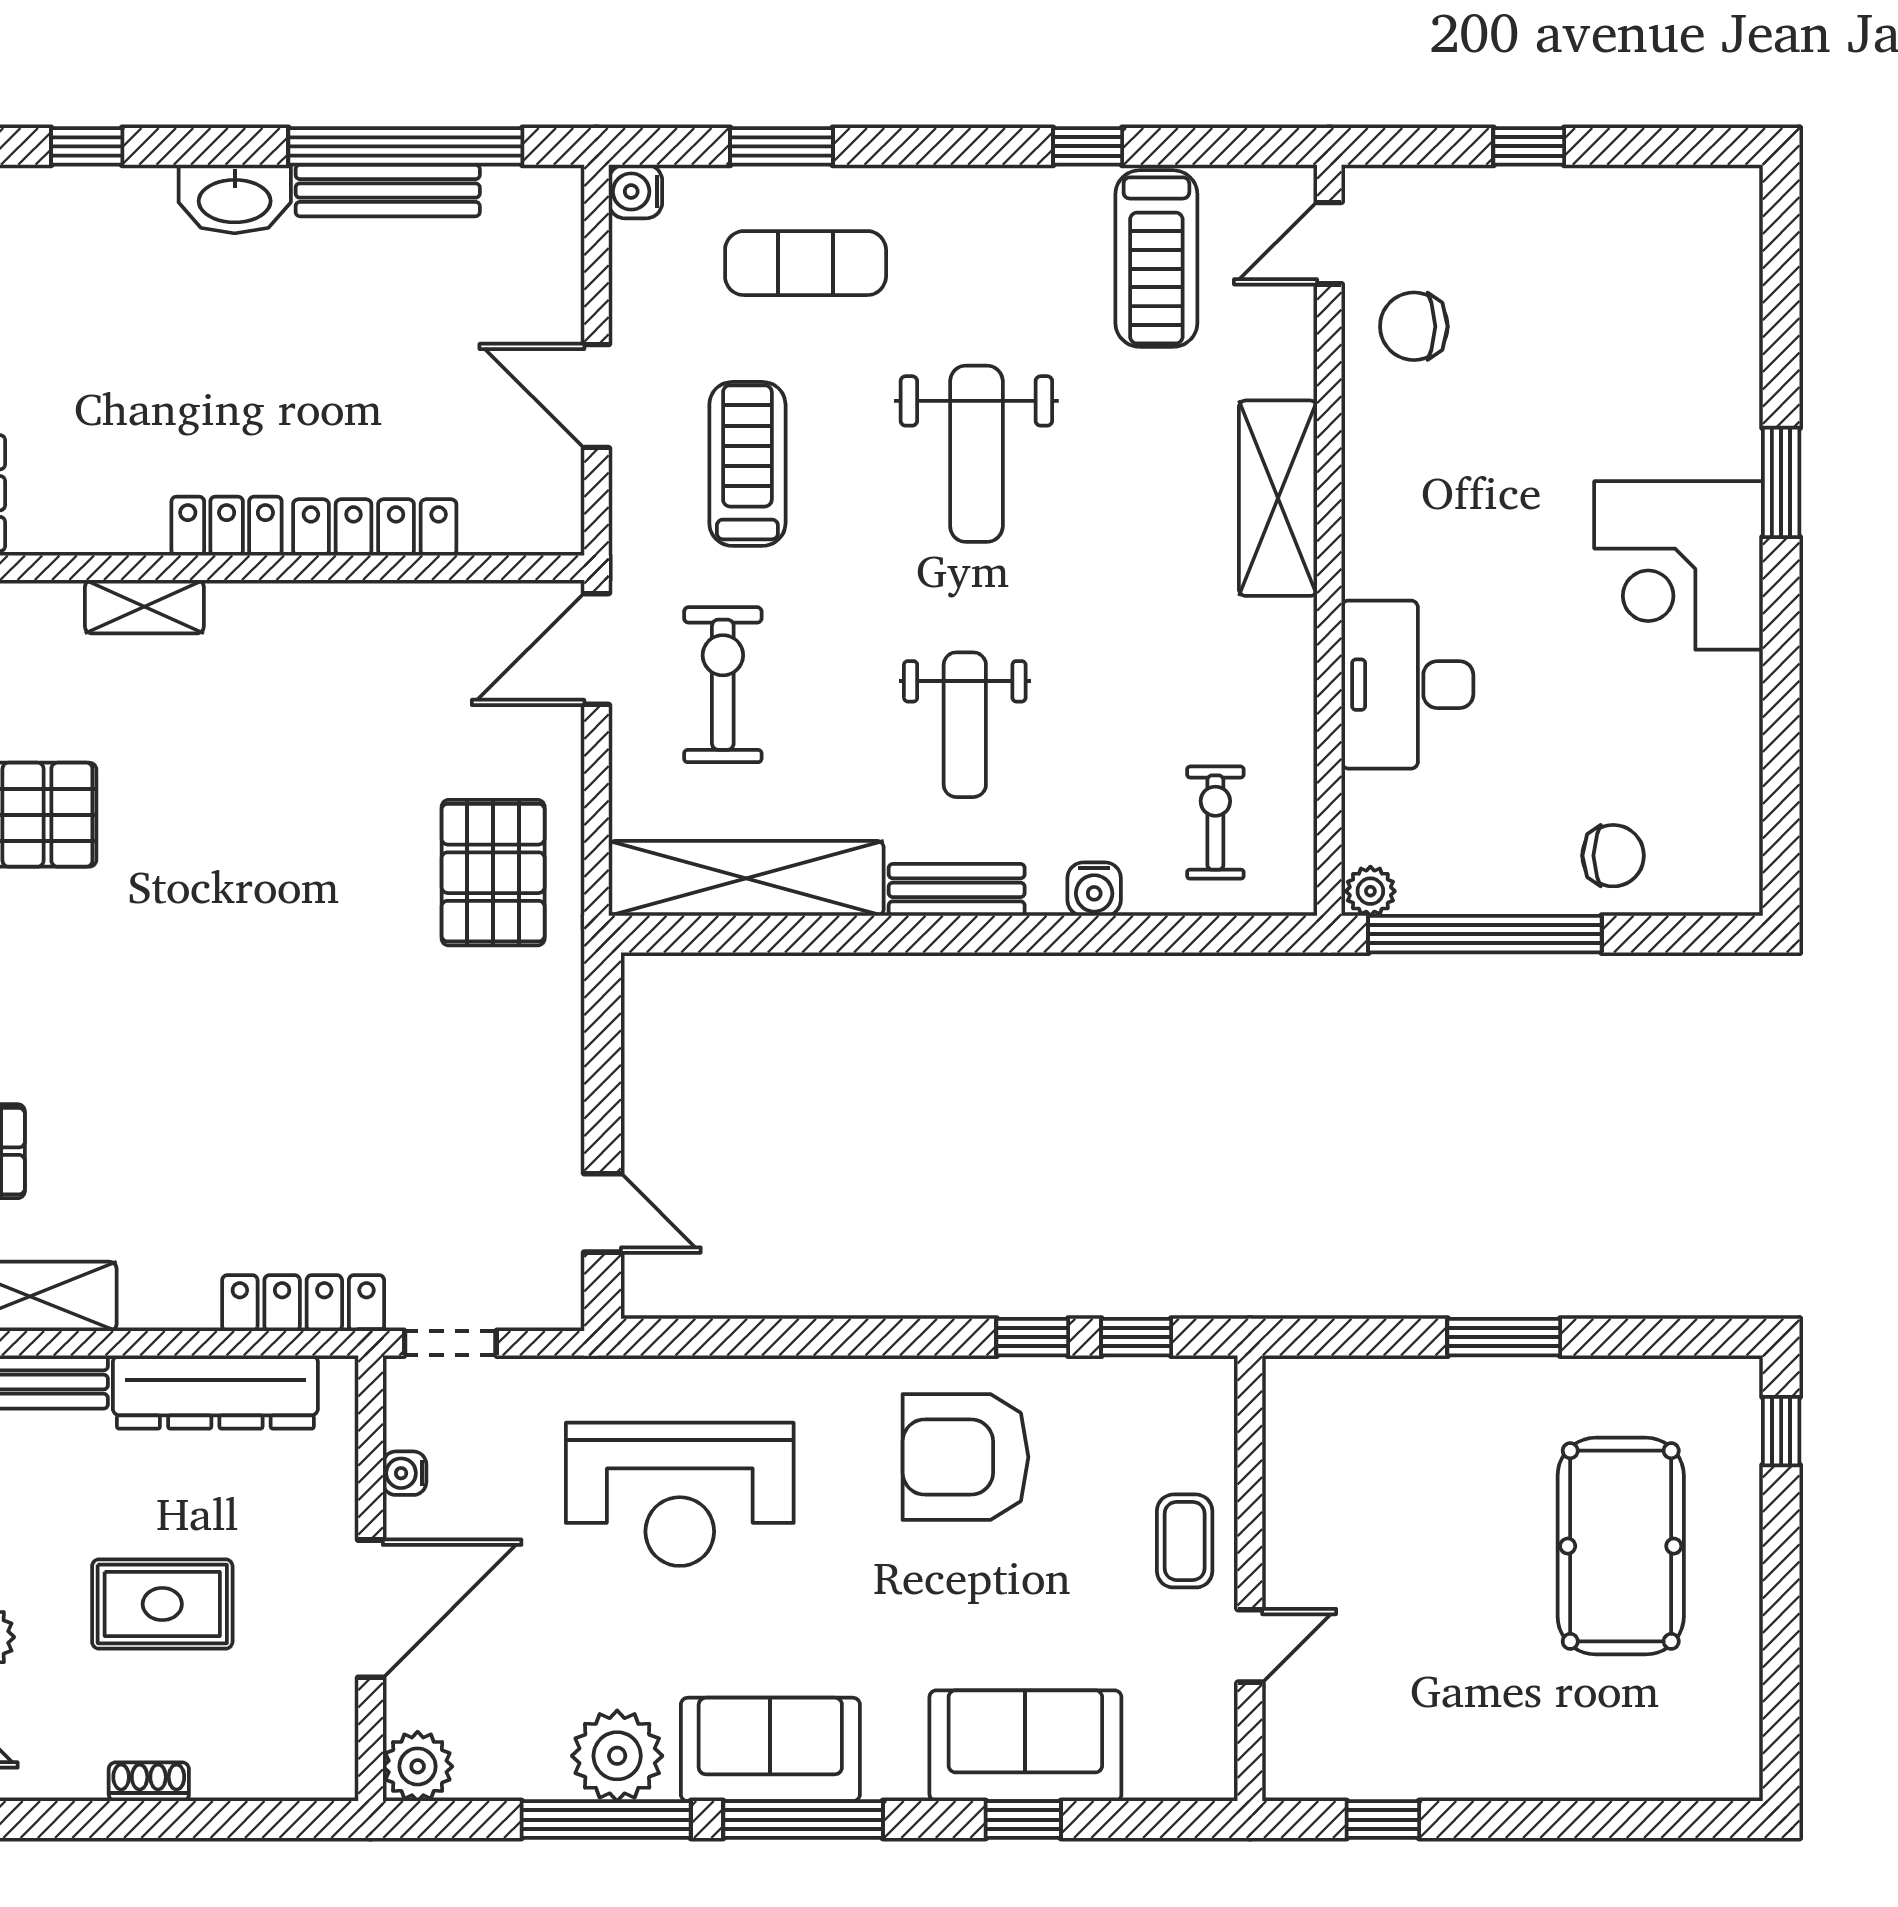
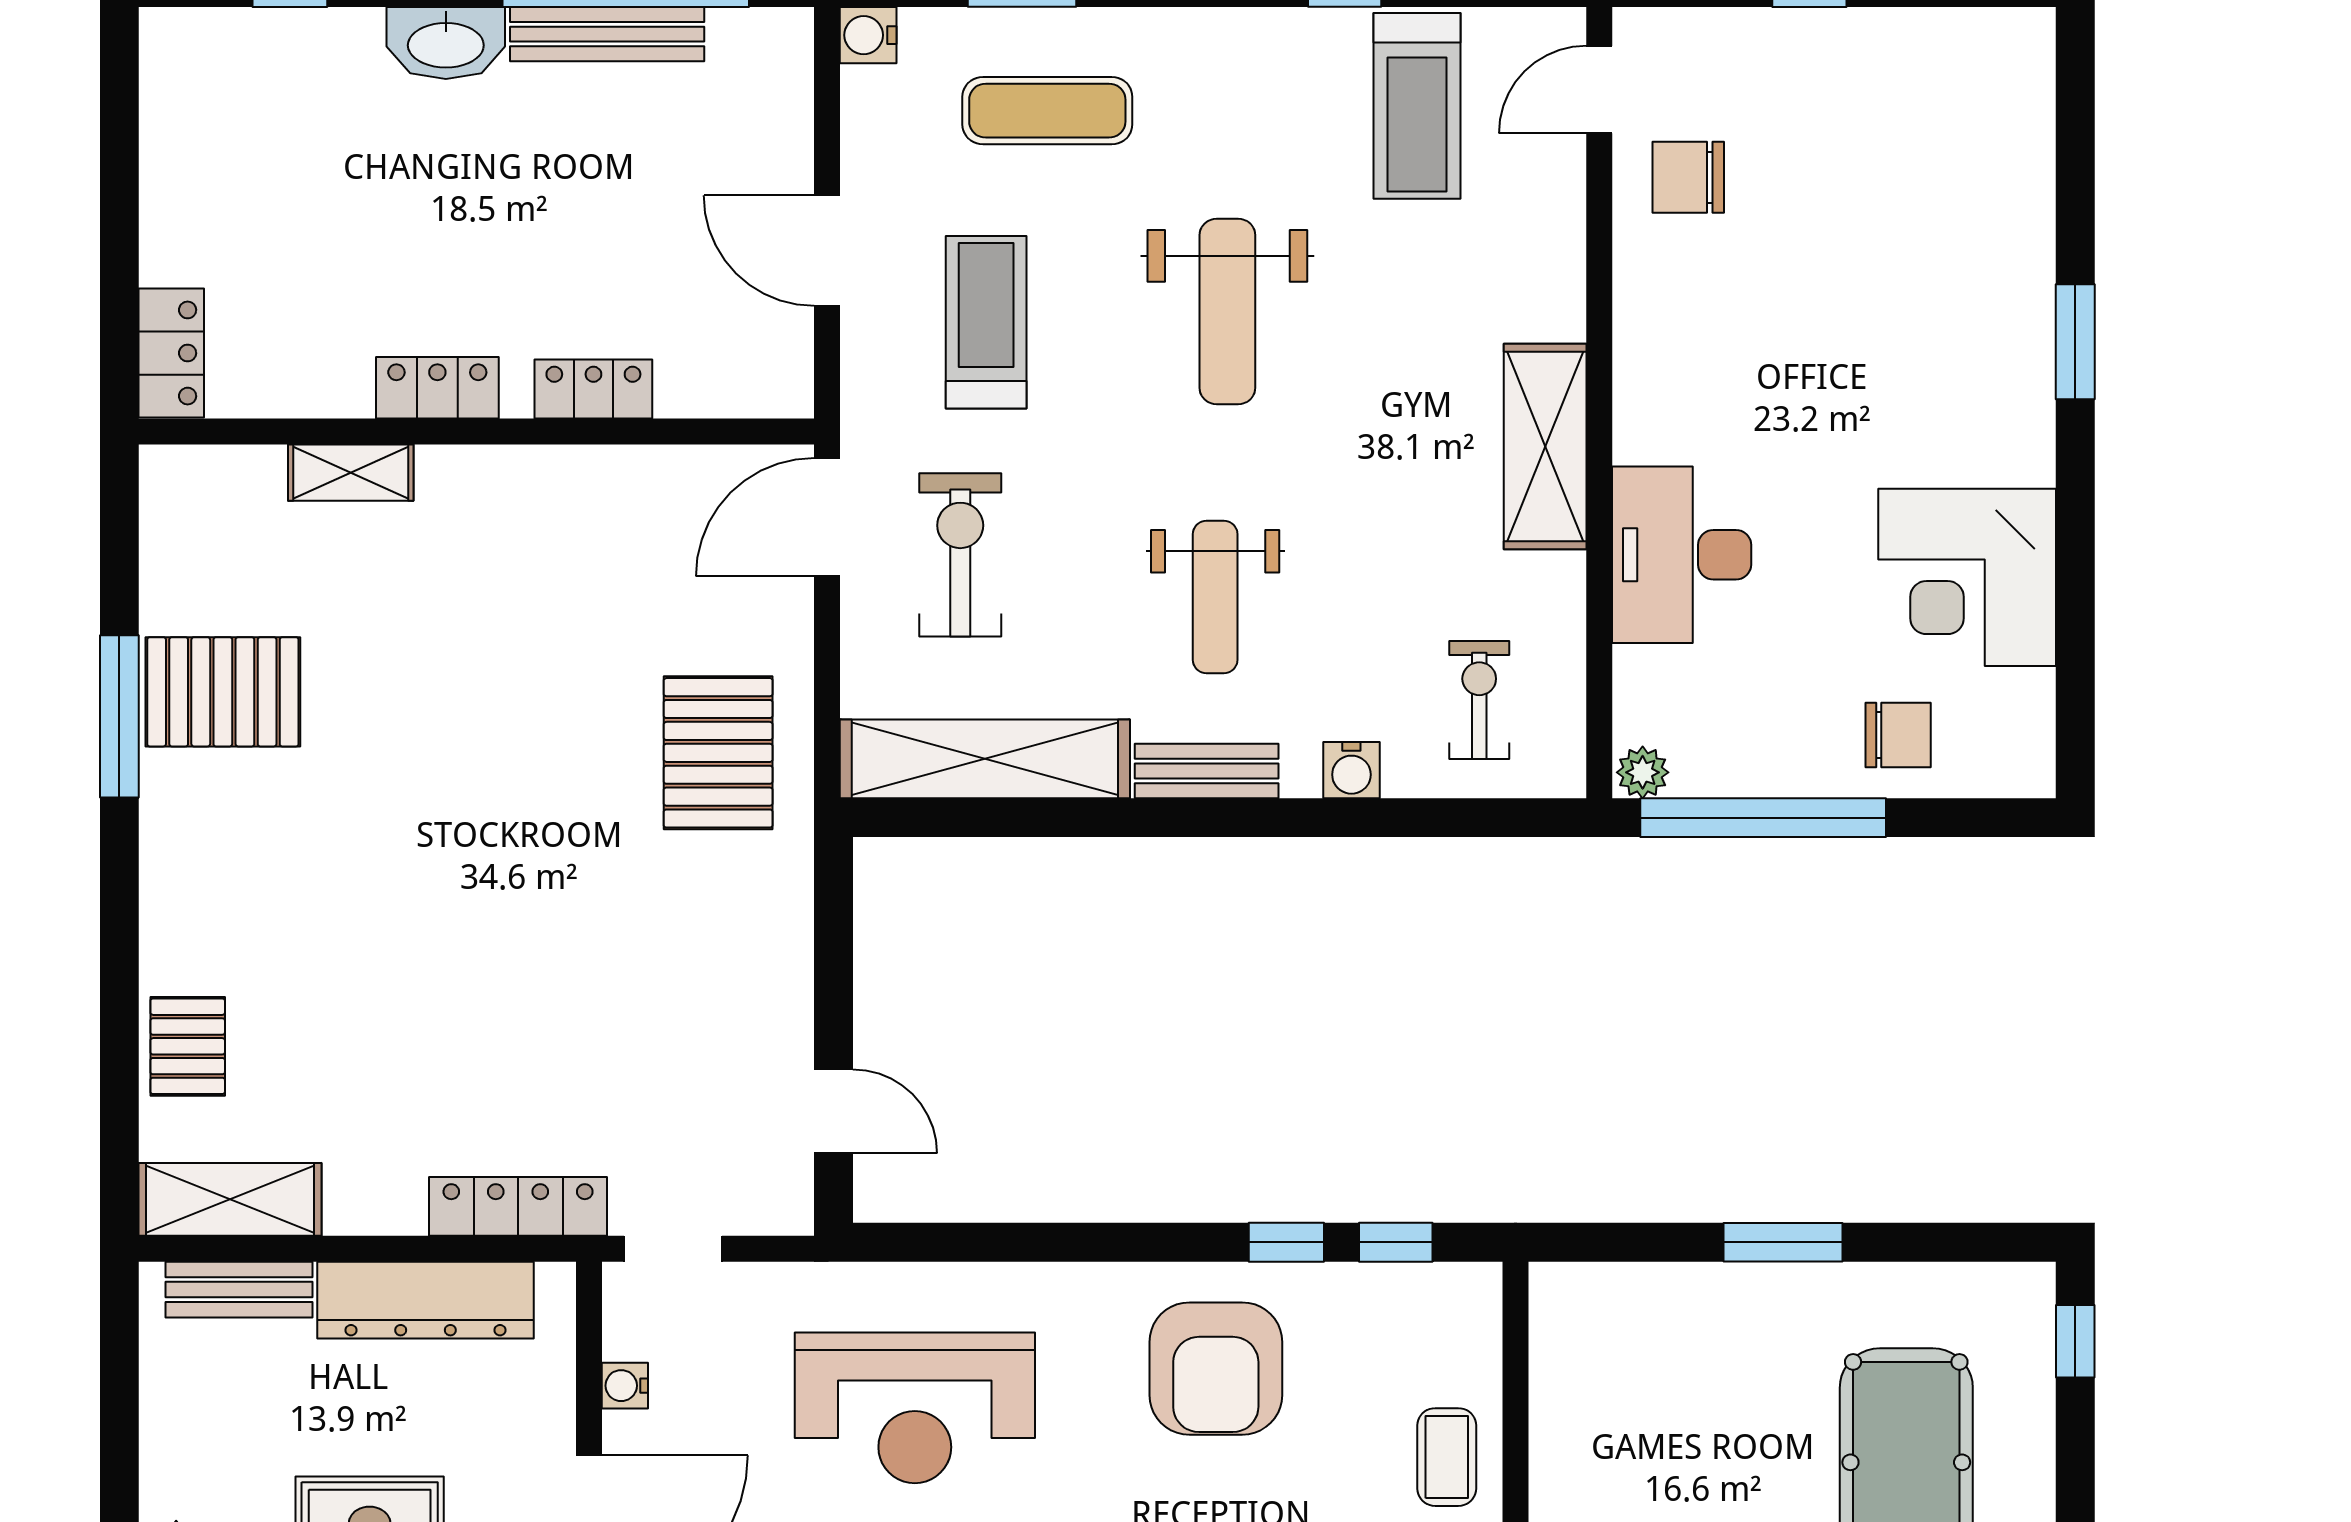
shelving: (1278, 498) -> (1545, 447), moved
locker: (375, 527) -> (593, 389), width x0.66
corner desk: (1679, 565) -> (1967, 577), moved
armchair: (965, 1457) -> (1216, 1369), turned -90

